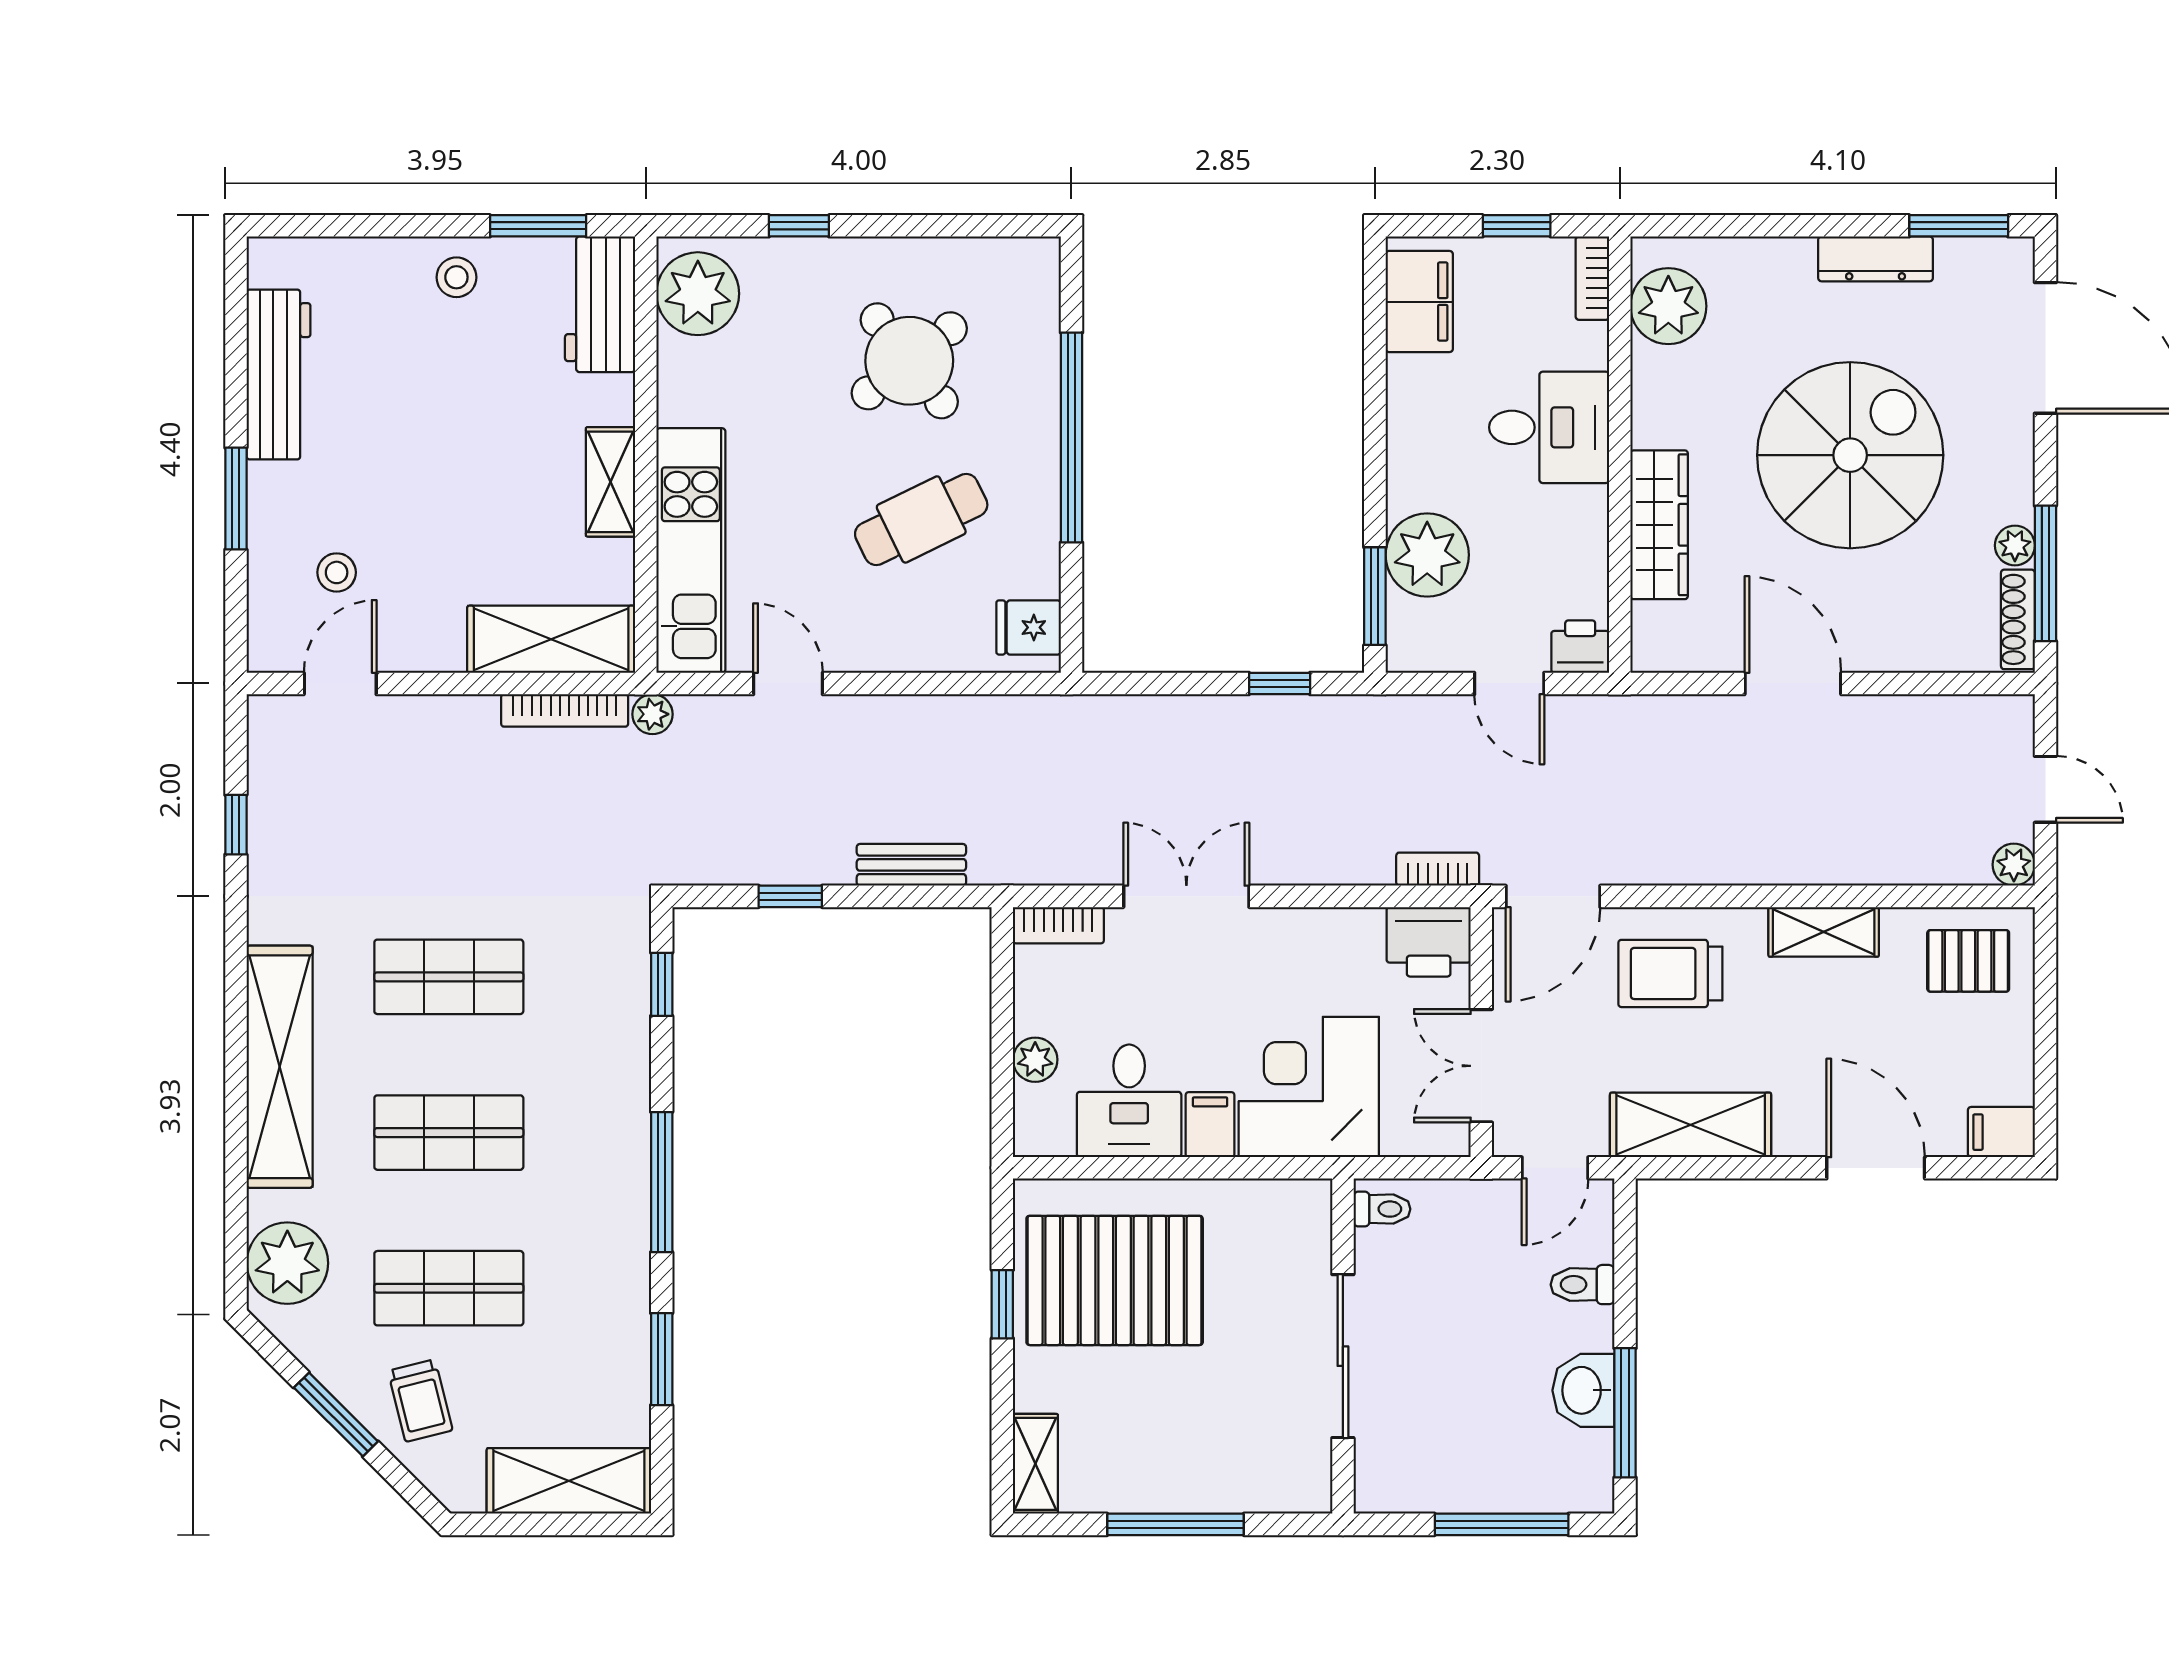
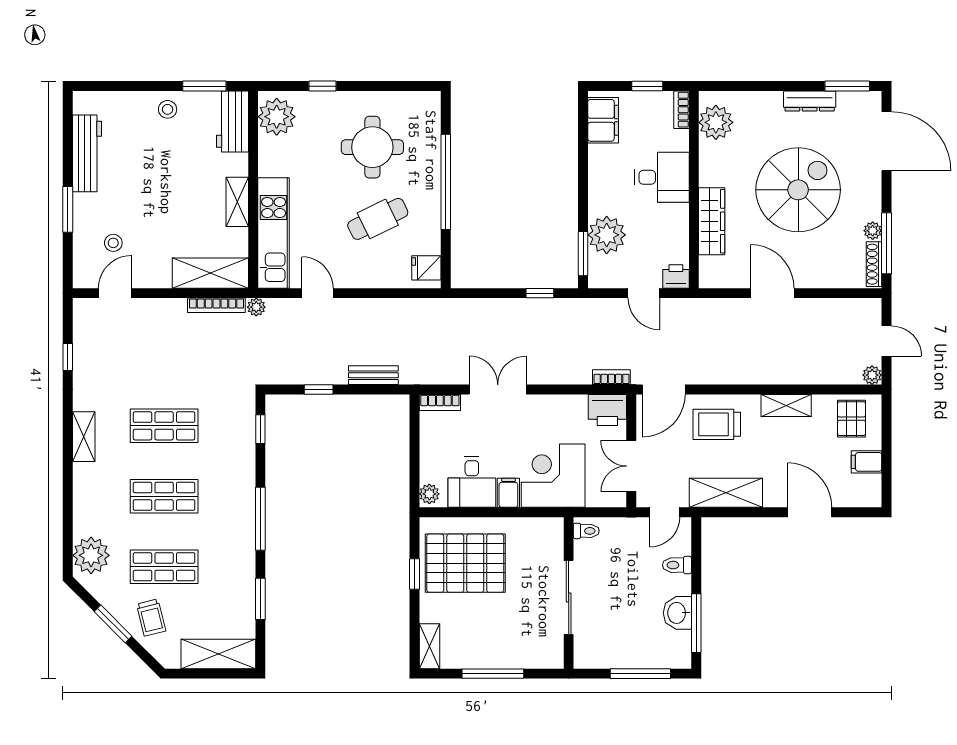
round table: (909, 361) -> (372, 147), turned 38
pallet: (1968, 961) -> (851, 419), turned 90
plant: (1035, 1060) -> (429, 494), moved
shelving: (280, 1067) -> (84, 437), width x0.45, depth x0.75
filing cabinet: (2001, 1132) -> (867, 462), moved

